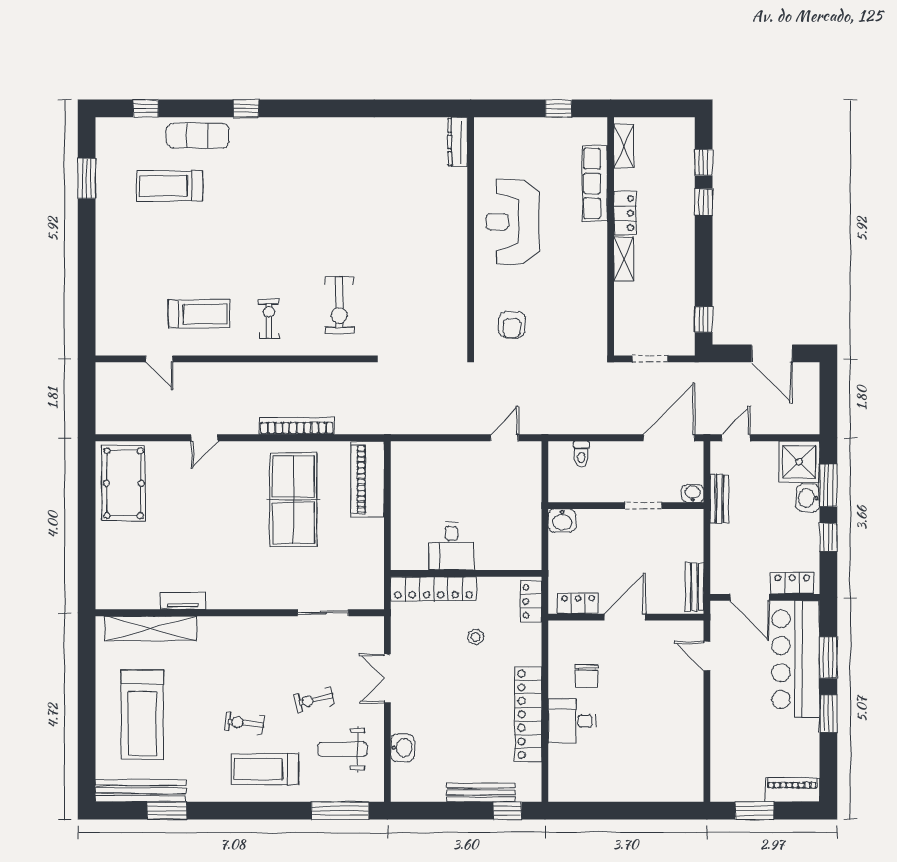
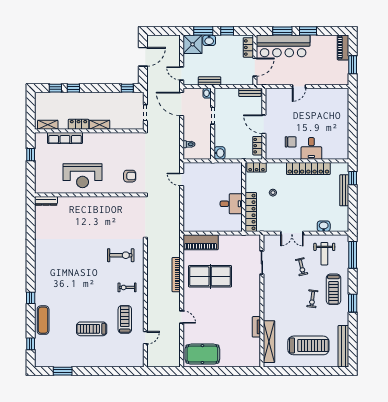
treadmill: (170, 186) -> (92, 329), moved, turned 90
door: (707, 656) -> (299, 87), moved
window: (167, 811) -> (353, 303), moved

